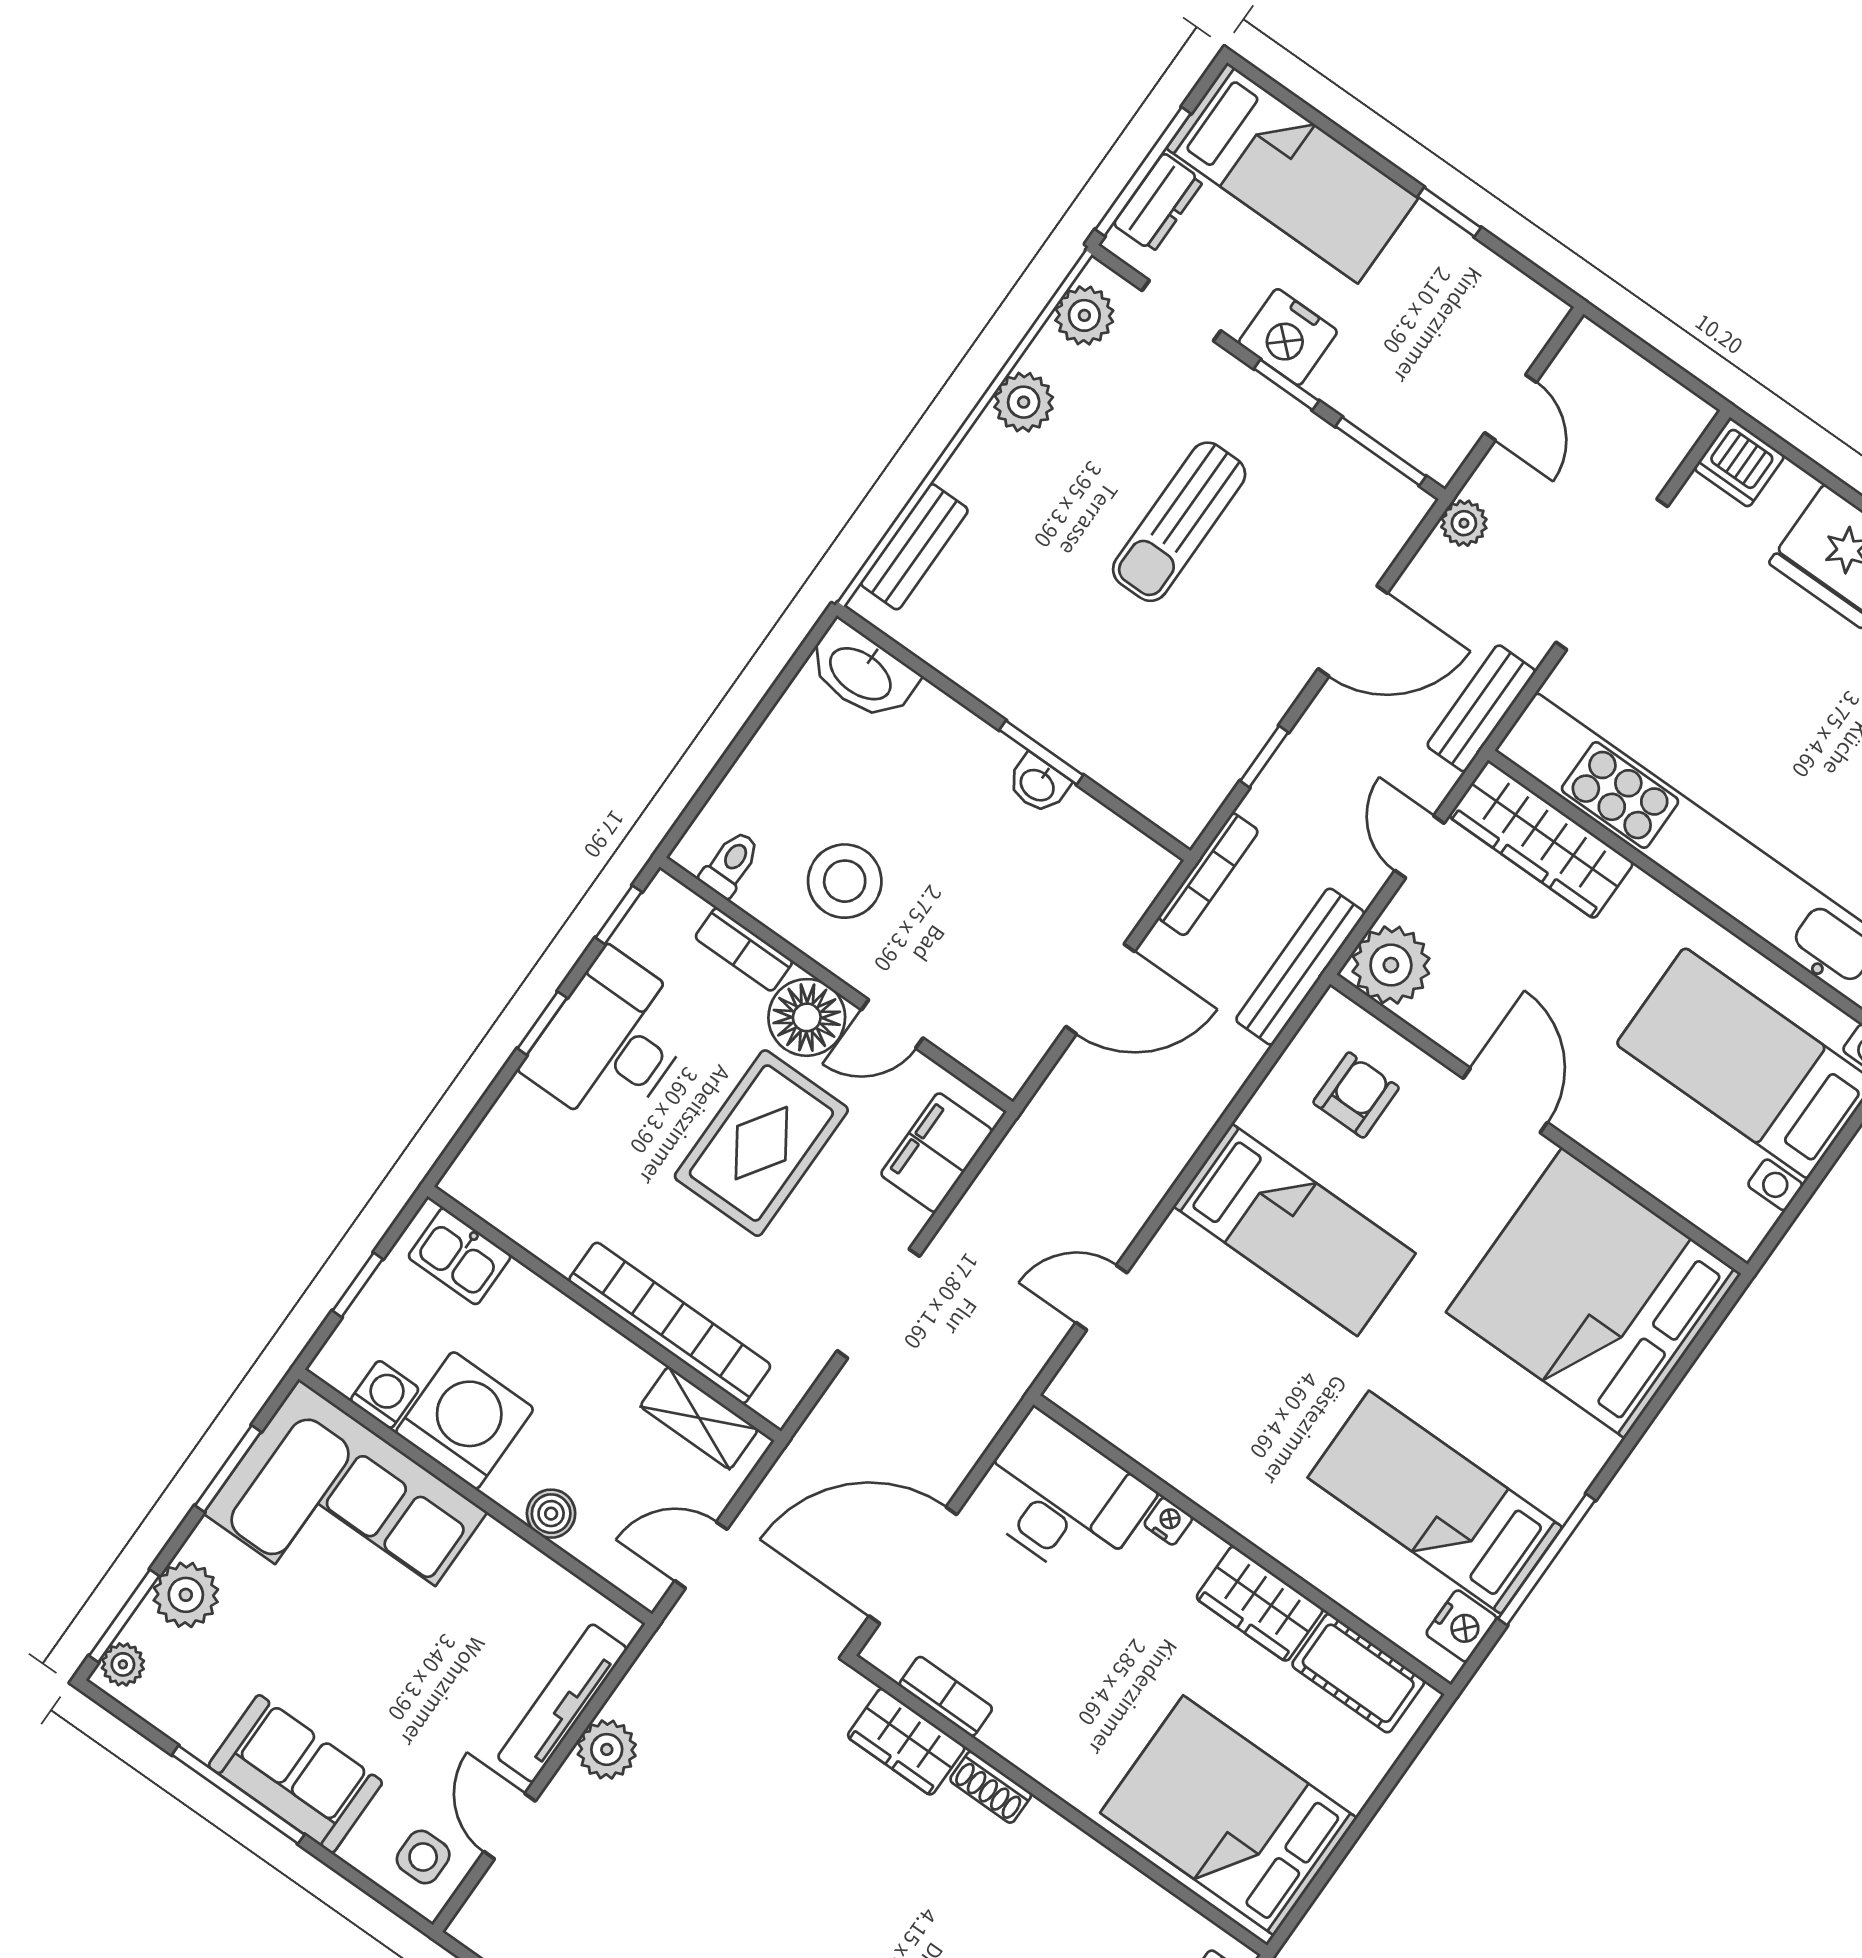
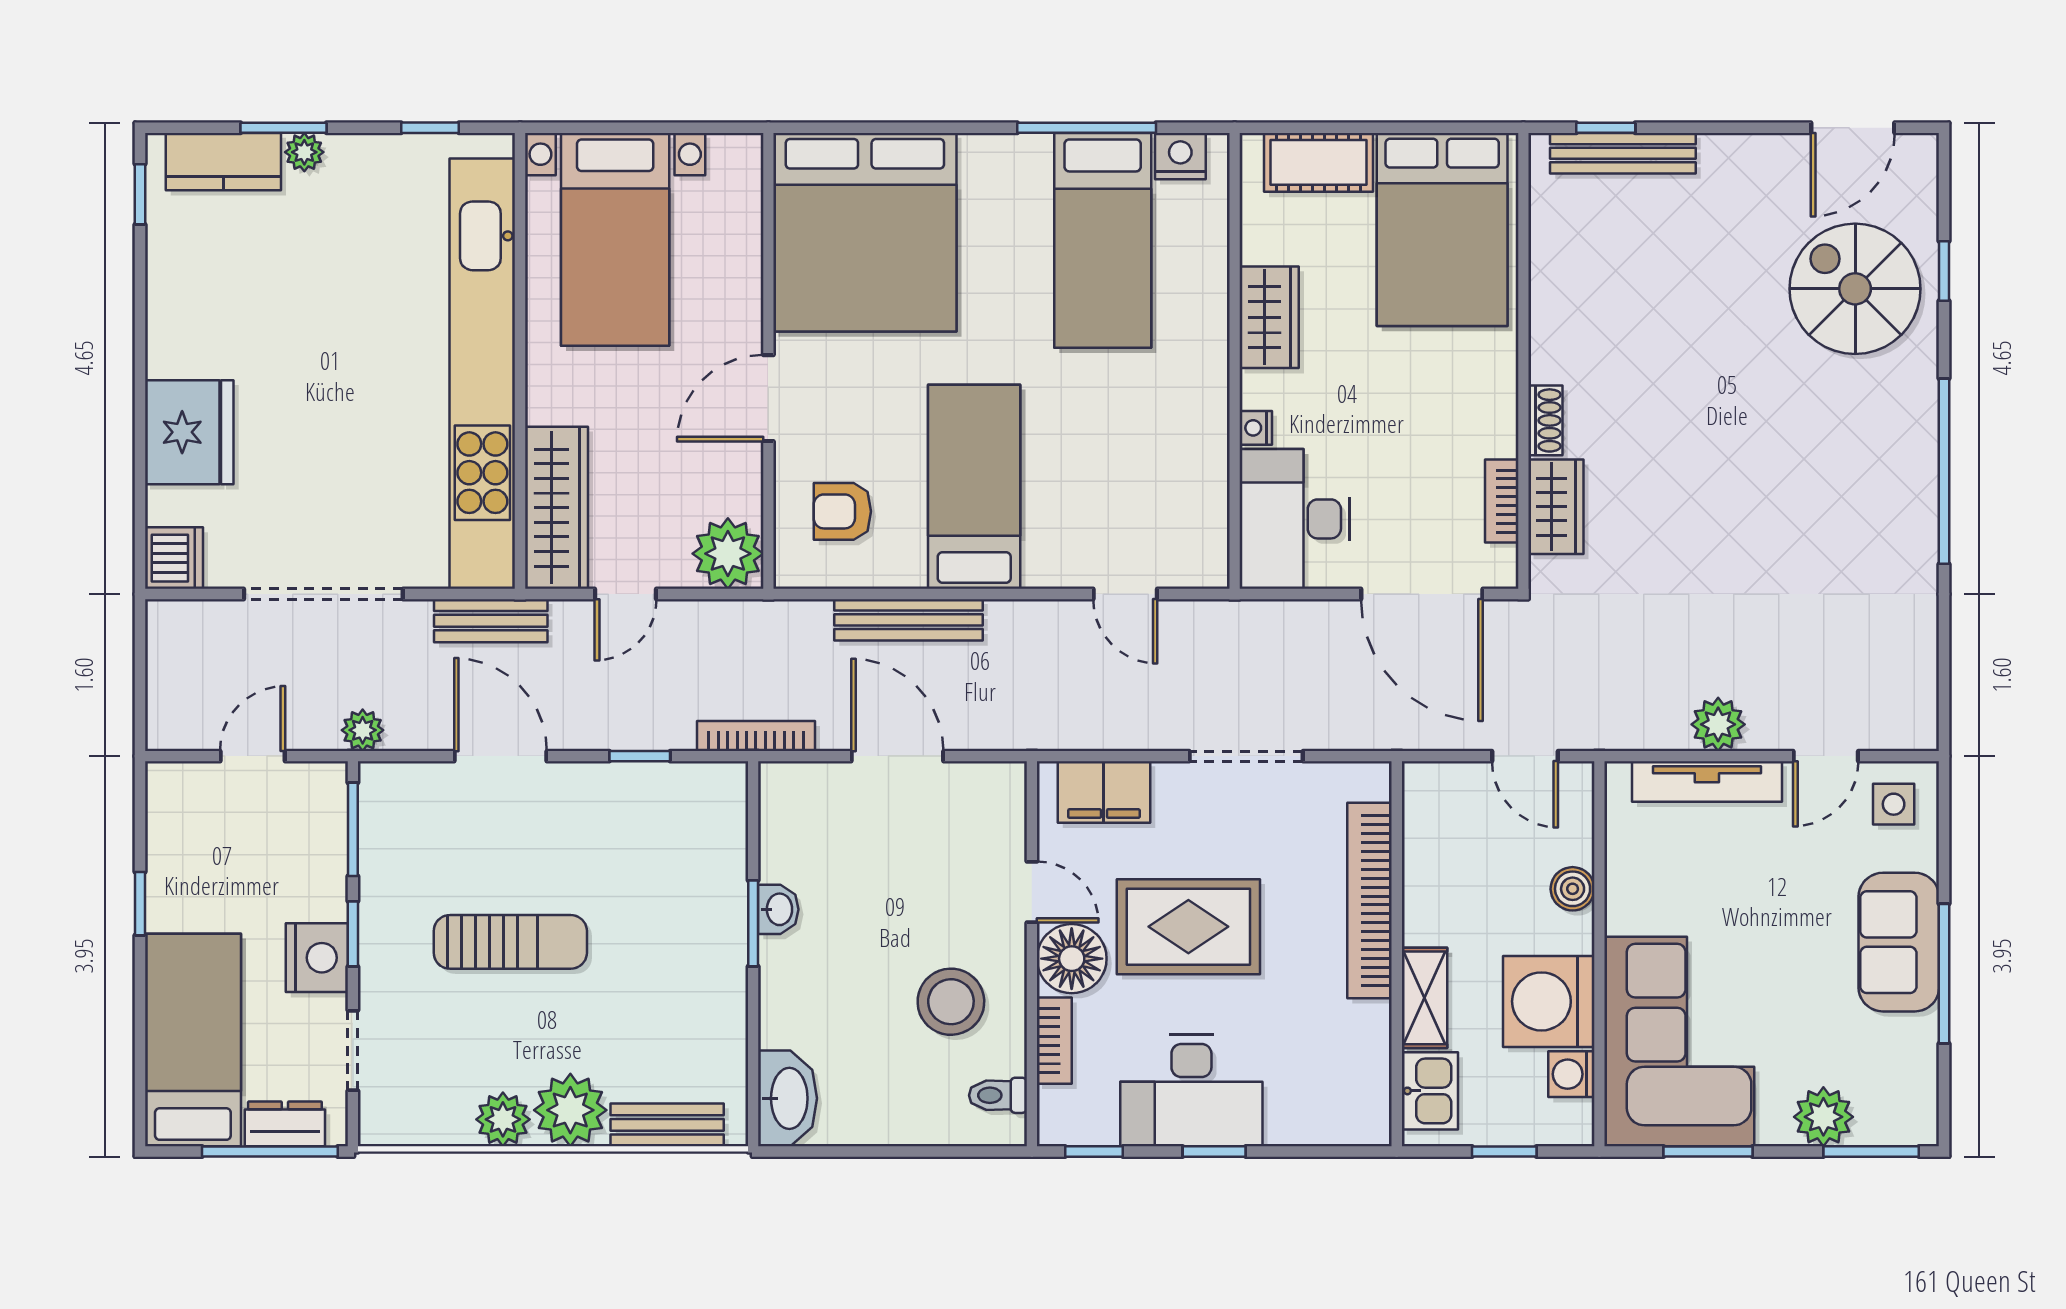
plant: (1084, 315) -> (570, 1110), moved, width x1.36, depth x1.36
bench: (1300, 967) -> (909, 620), moved
shelving: (699, 1418) -> (1424, 998), moved
plant: (123, 1664) -> (1908, 1127), removed
cot: (1358, 1673) -> (1318, 162), moved, turned 90

